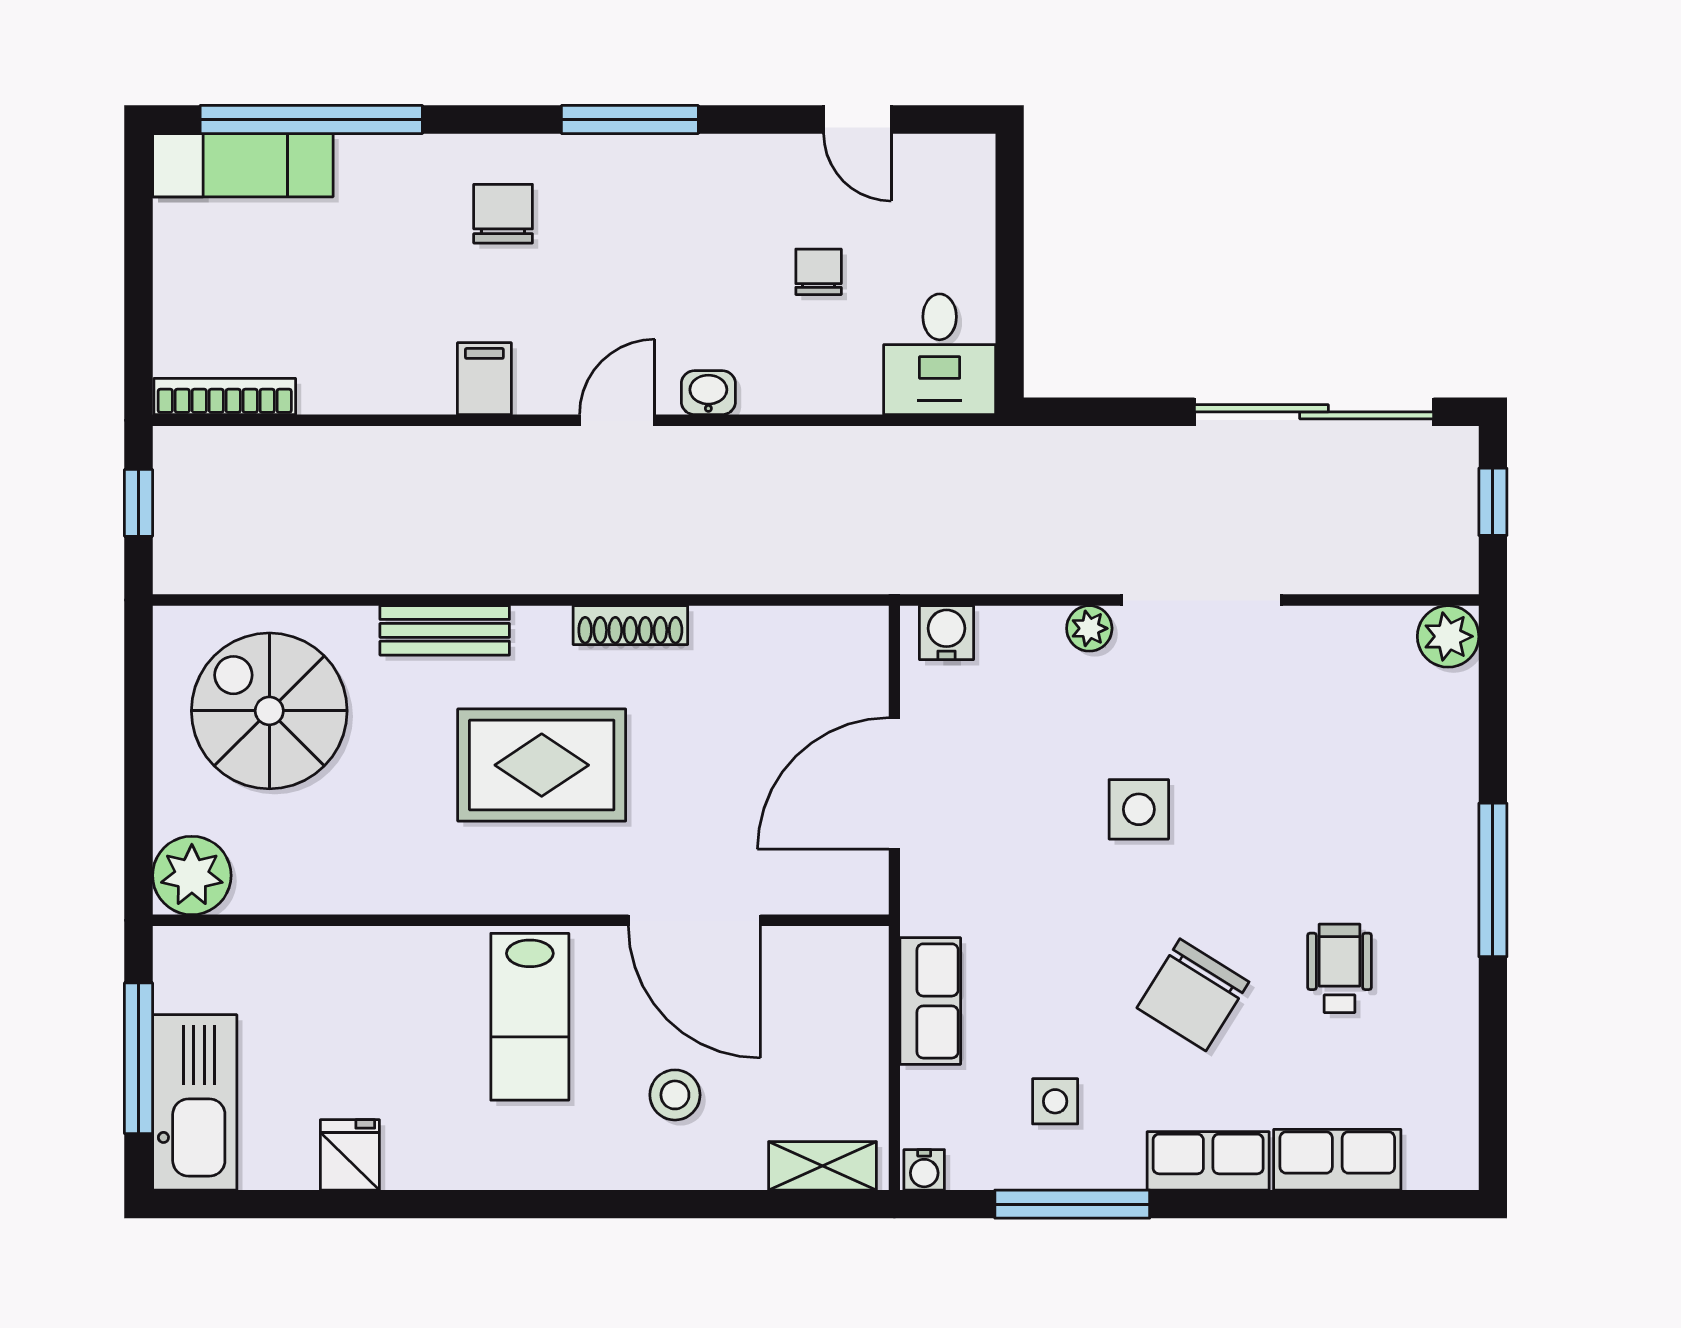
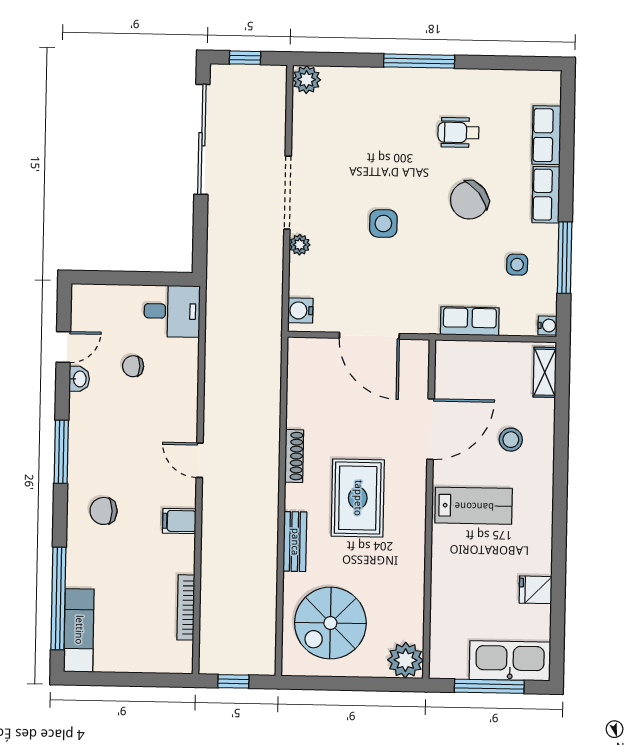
washbasin: (708, 393) -> (79, 379), moved, turned 180
bookcase: (225, 396) -> (186, 607), moved
chair: (1193, 995) -> (469, 200), turned 109

